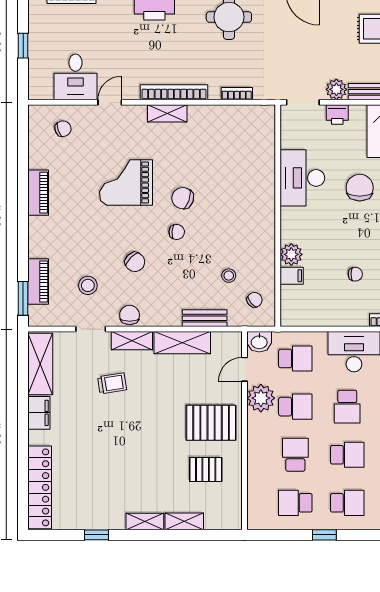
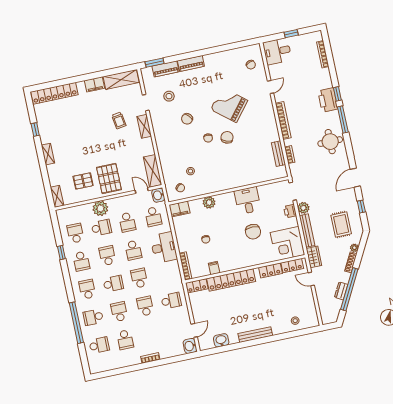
desk: (75, 77) -> (277, 51), moved
door: (110, 102) -> (270, 87), hinge flipped
shelving: (167, 113) -> (271, 119), removed
desk: (302, 178) -> (248, 201), width x0.73
grand piano: (126, 182) -> (229, 105), turned -51
chair: (360, 188) -> (253, 232), turned 90
piano: (38, 193) -> (191, 63), moved
filing cabinet: (292, 276) -> (179, 209), moved, width x2.00
chair: (130, 315) -> (158, 122), removed
bench: (205, 318) -> (279, 154), moved
shelving: (182, 343) -> (153, 171), moved
plant: (261, 398) -> (100, 208), moved
school desk: (347, 407) -> (133, 250), turned -90
school desk: (347, 455) -> (107, 256), turned 180
pallet: (206, 469) -> (83, 181), turned 90
shelving: (184, 521) -> (57, 196), moved

